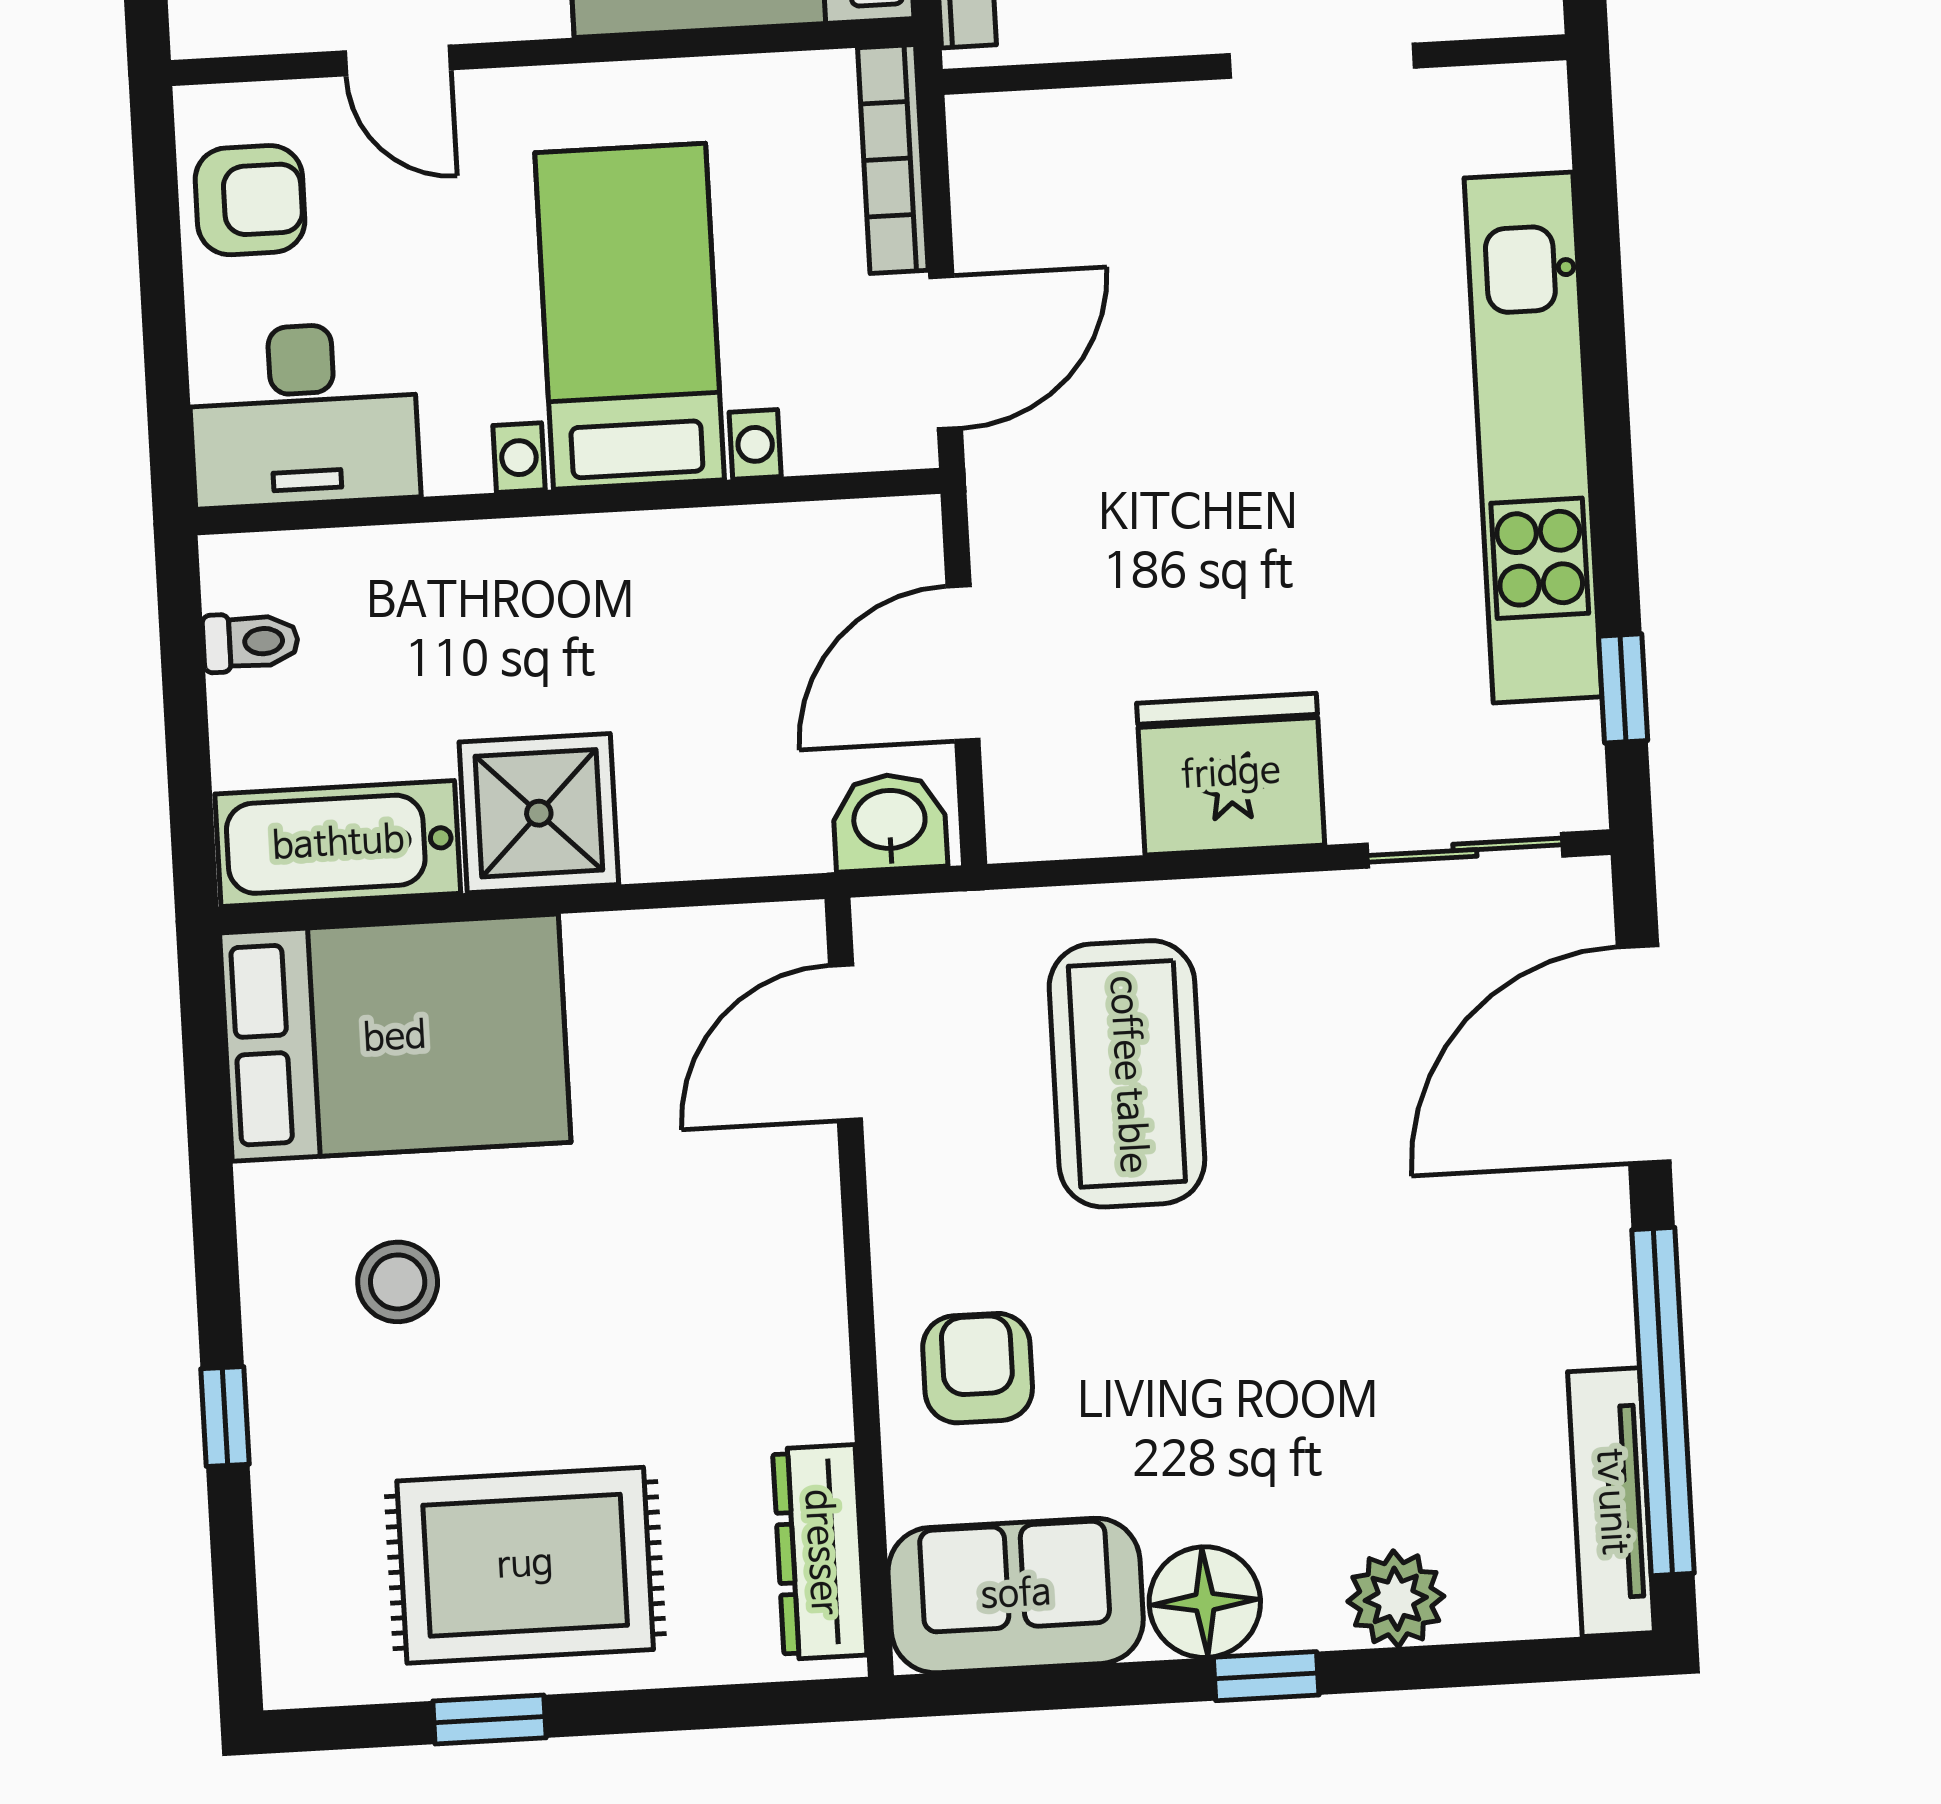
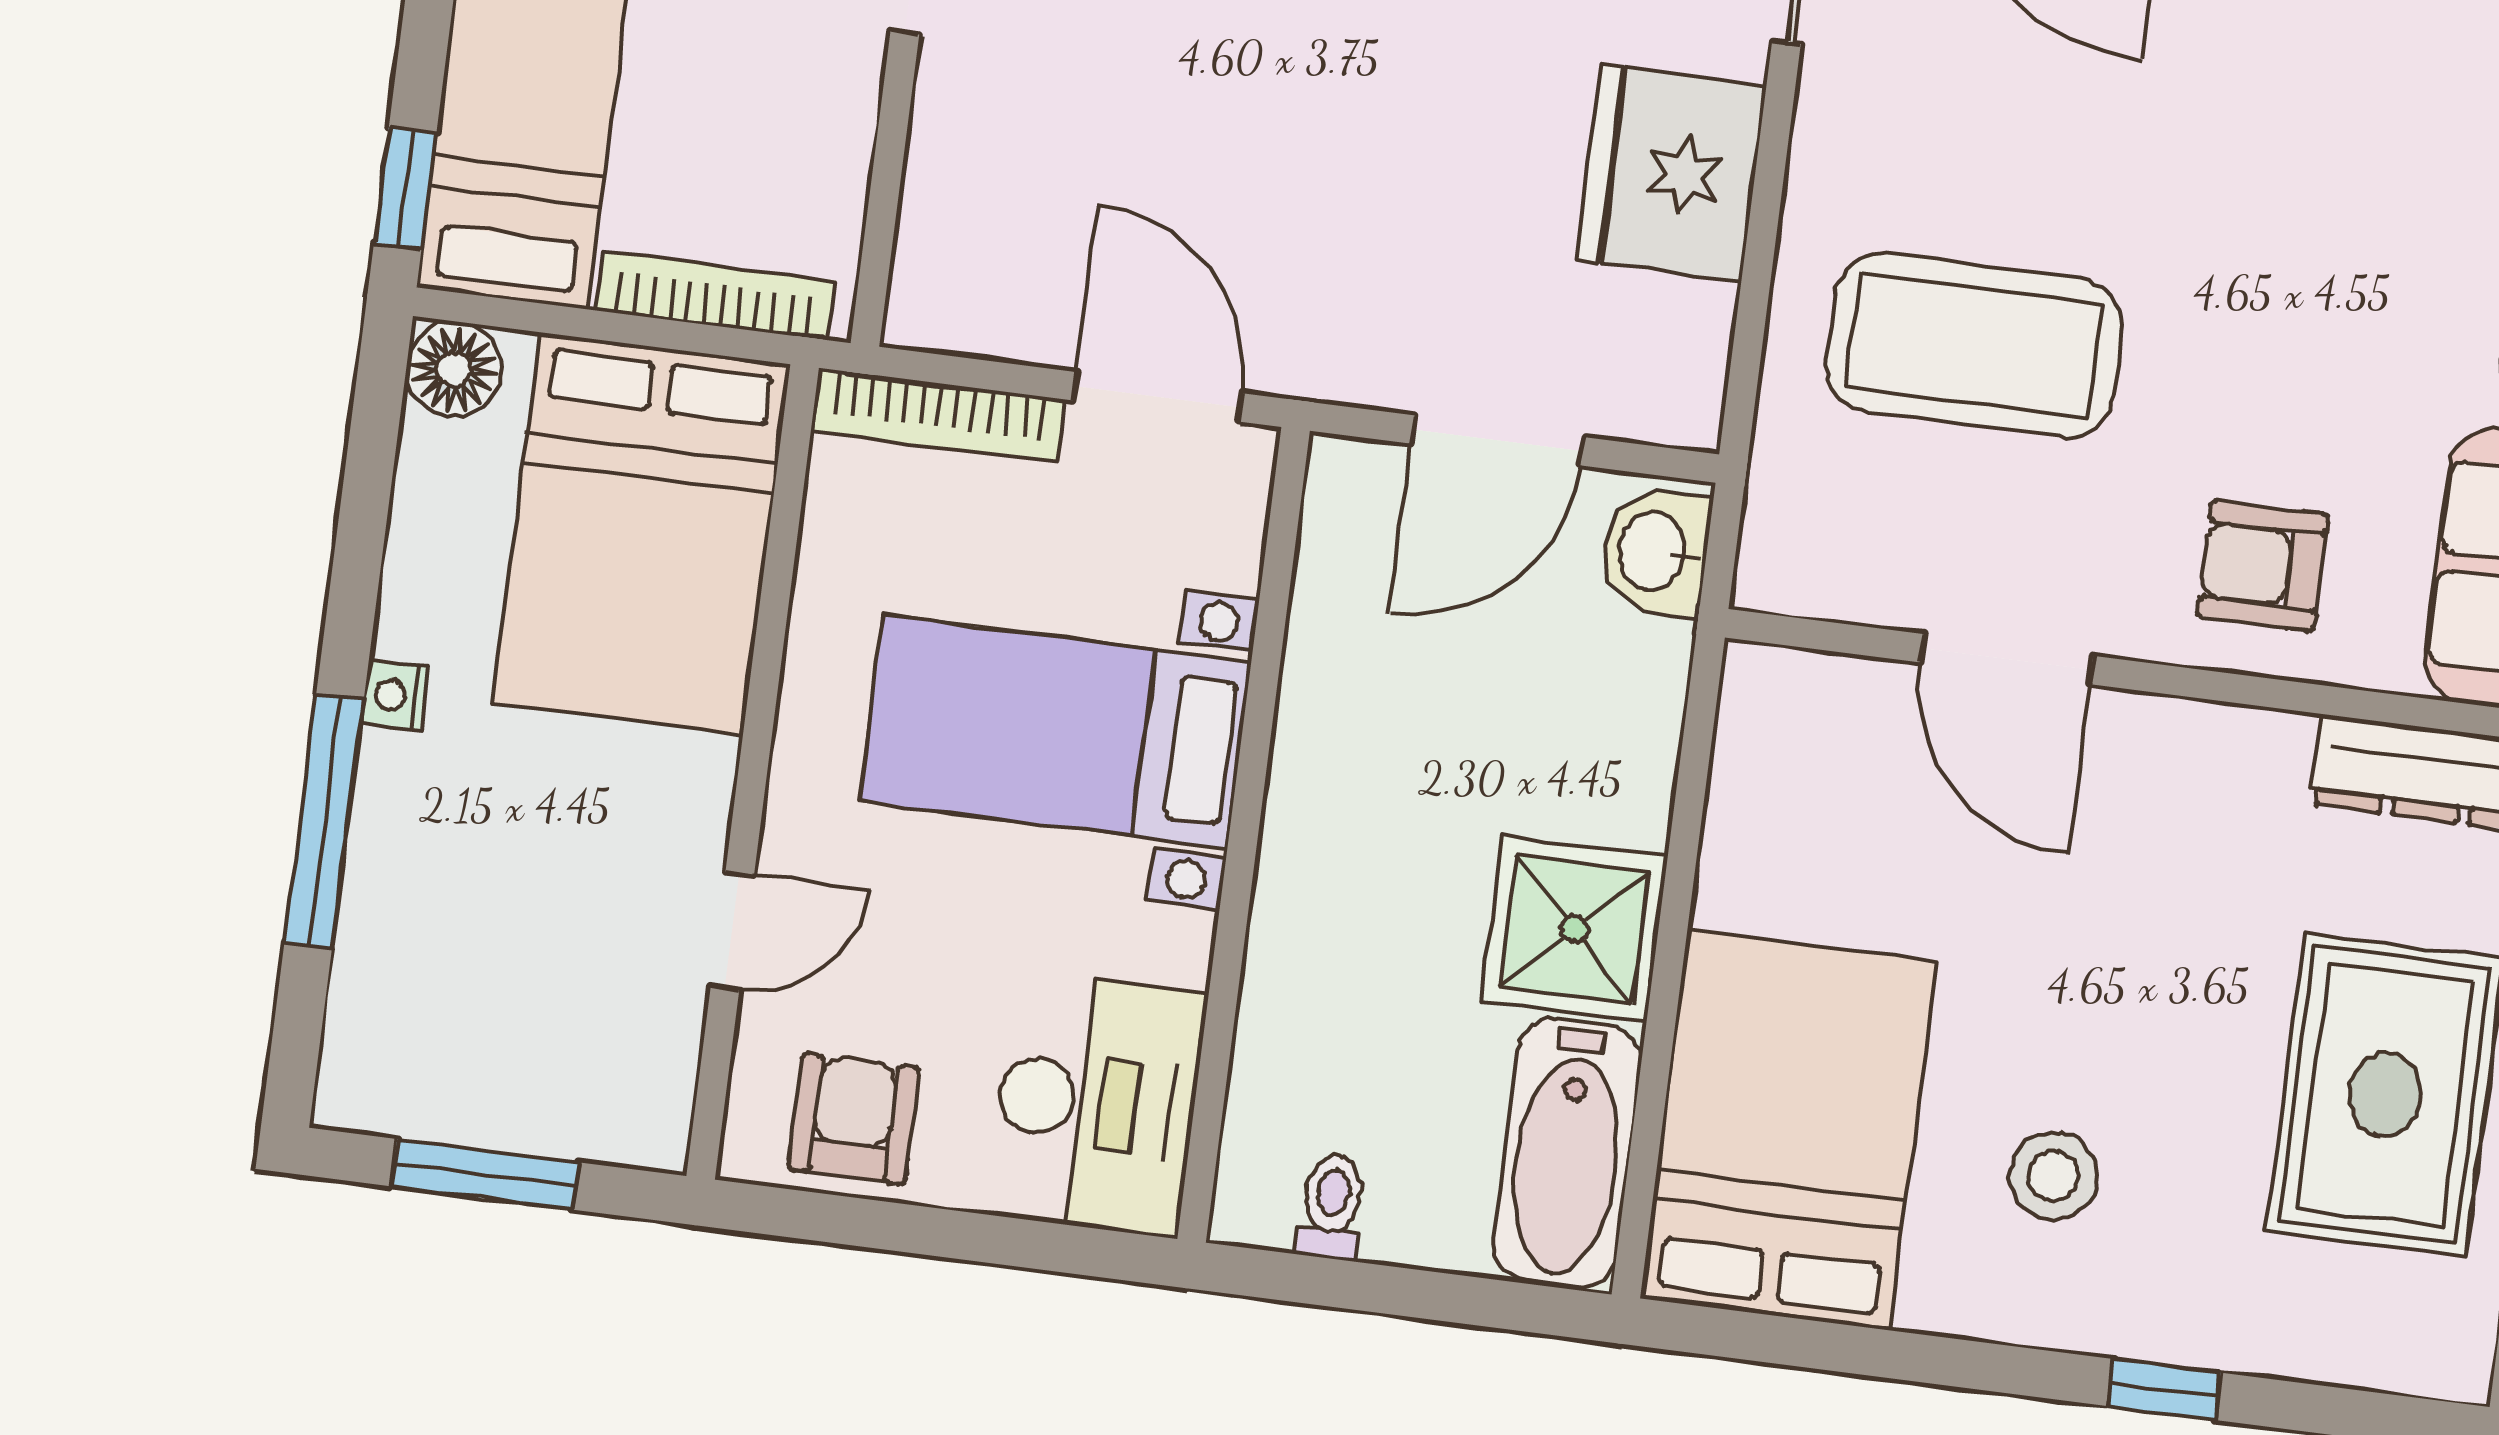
door: (963, 663) -> (1497, 440), hinge flipped
door: (846, 1043) -> (2007, 659), moved

